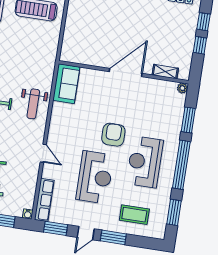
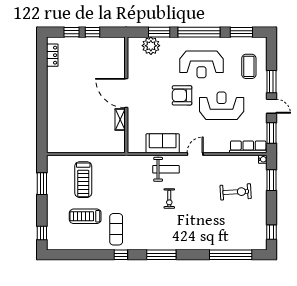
shelving: (165, 72) -> (120, 119), moved
sofa: (66, 84) -> (163, 143), moved
plant: (182, 88) -> (151, 46), moved, width x1.88, depth x1.88
door: (43, 153) -> (195, 154), moved

